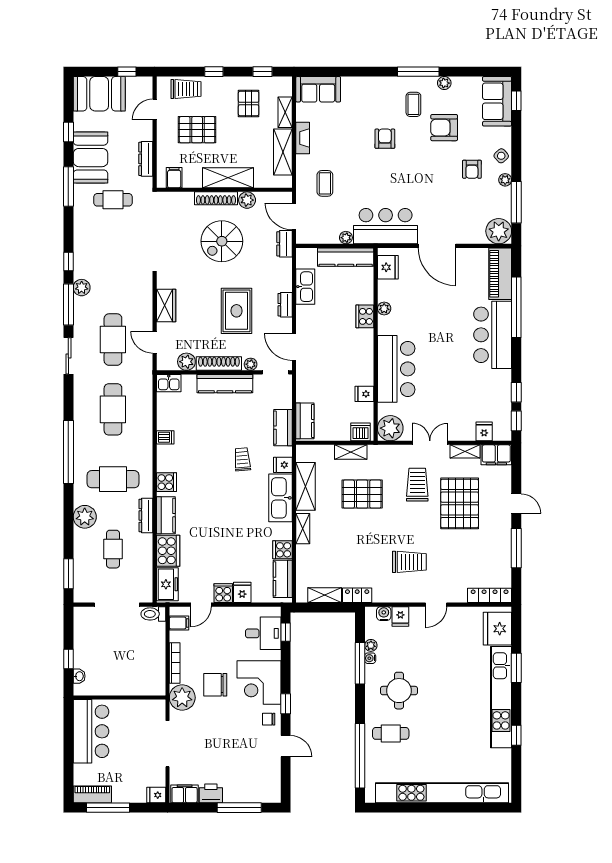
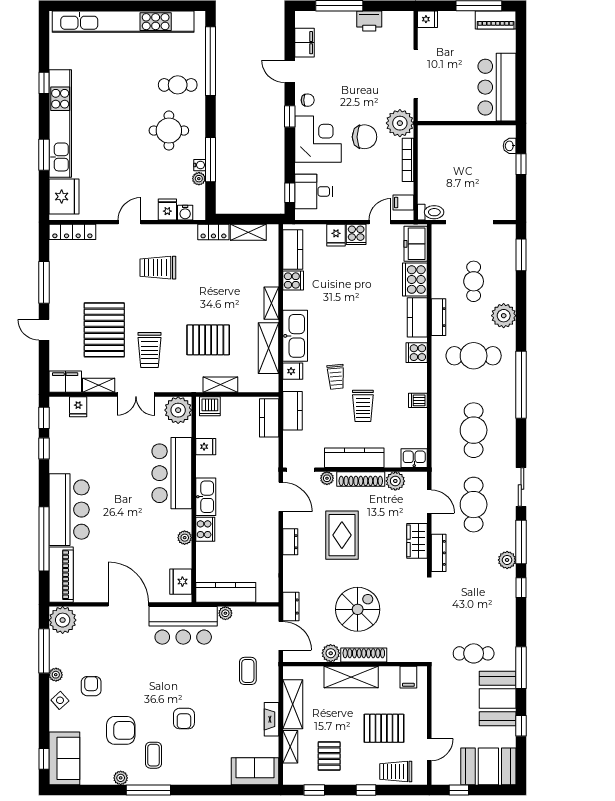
dresser: (146, 159) -> (439, 553), moved
kitchen sink: (305, 287) -> (206, 497), moved, turned 180
trolley: (217, 432) -> (363, 406), added
filing cabinet: (185, 794) -> (304, 43), moved, turned -90

